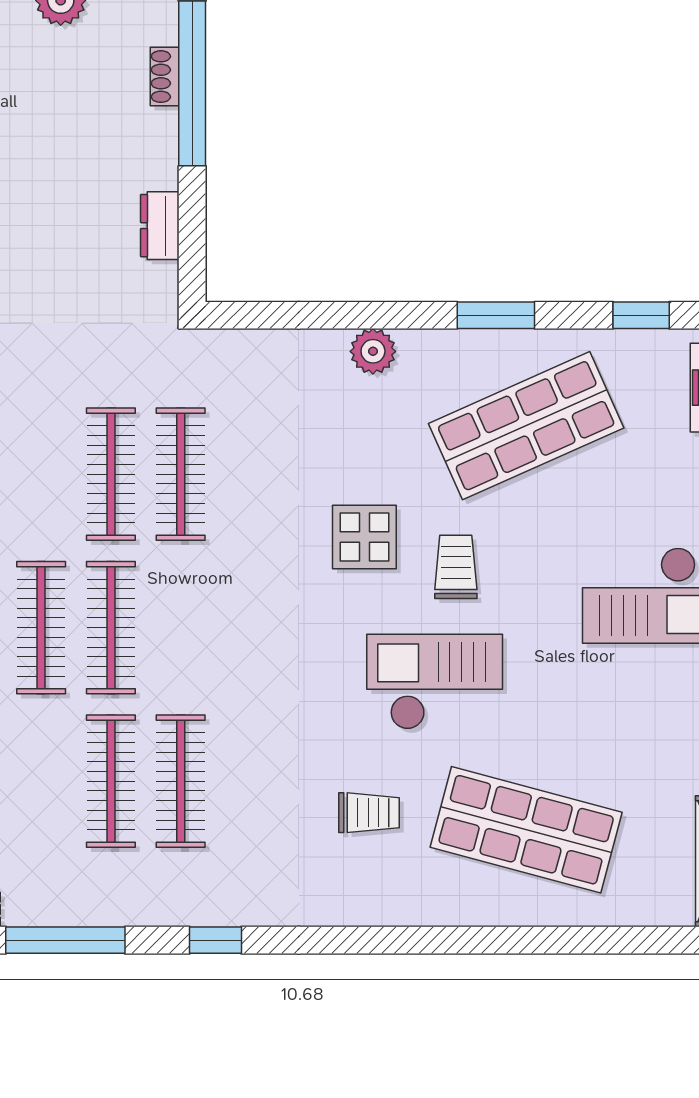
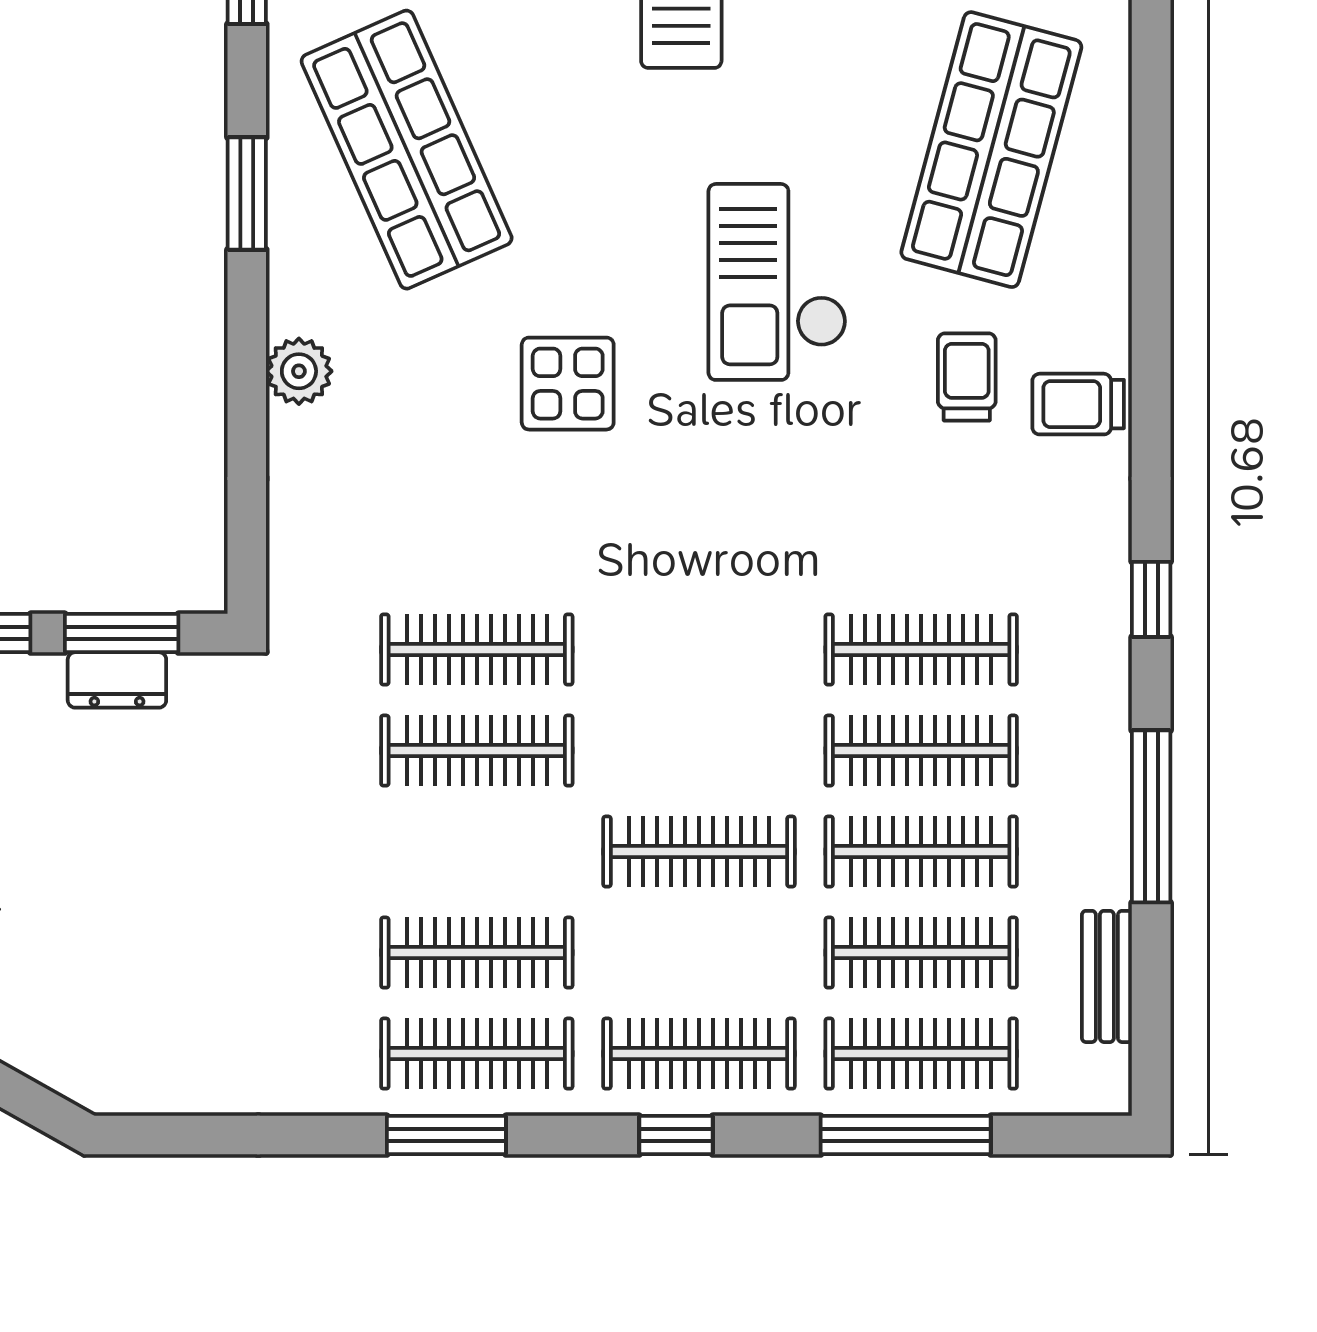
window: (192, 229) -> (122, 633), added
trolley: (456, 567) -> (1078, 404), moved
clothes rail: (111, 628) -> (921, 852), moved

